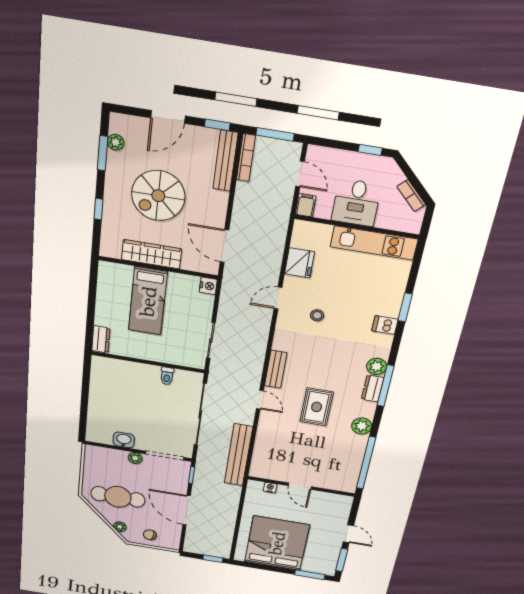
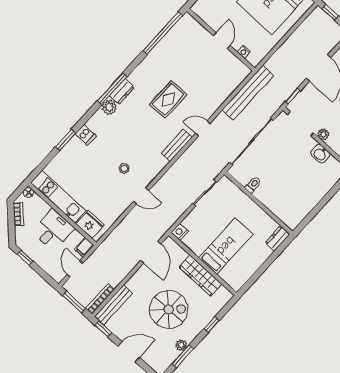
plant: (116, 142) -> (181, 345), moved
floor lamp: (414, 227) -> (28, 192), added
fridge: (300, 263) -> (90, 224), moved, turned 90
door: (260, 400) -> (203, 128), hinge flipped
plant: (362, 426) -> (147, 66), removed

